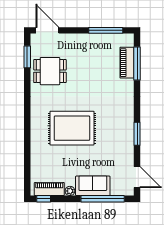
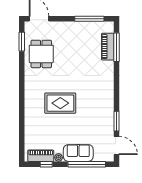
dining table: (50, 71) -> (41, 54), turned 90
rug: (72, 128) -> (60, 103), width x0.73, depth x0.69
window: (137, 134) -> (116, 121), moved
window: (44, 199) -> (46, 164), moved

